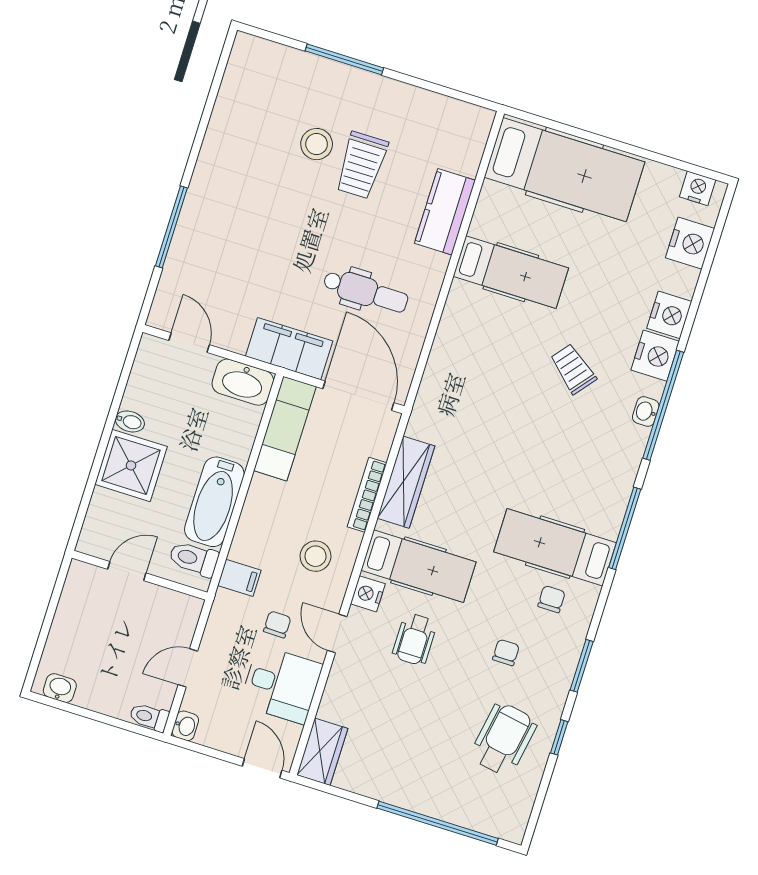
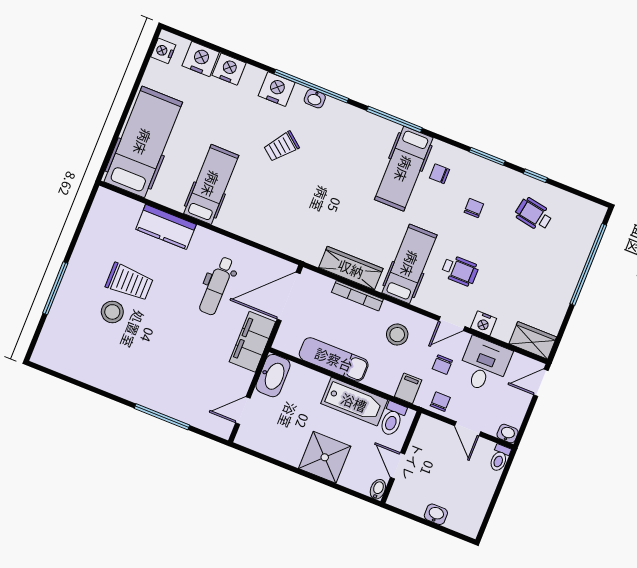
dental chair: (366, 291) -> (217, 286), turned 180
nightstand: (669, 315) -> (229, 69), moved
bidet: (130, 421) -> (378, 489), moved
exam couch: (285, 429) -> (334, 359), moved
nightstand: (368, 594) -> (484, 323), moved
chair: (277, 624) -> (442, 365), turned -91
chair: (224, 626) -> (440, 402), added
chair: (506, 652) -> (474, 208), turned 90
washbasin: (60, 688) -> (436, 514), moved, turned 90
wheelchair: (504, 739) -> (534, 214), width x0.73, depth x0.73

